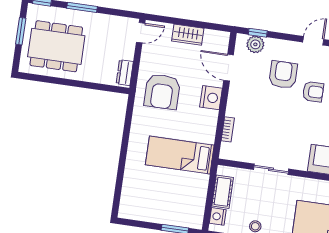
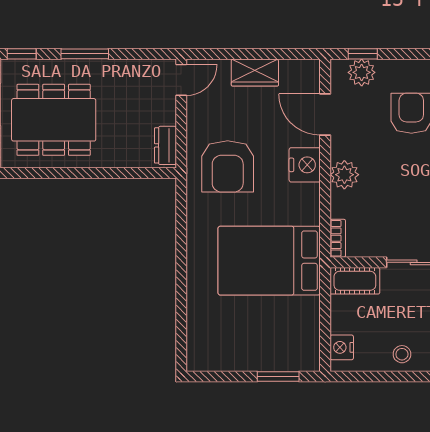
plant: (235, 108) -> (344, 175), added
bookcase: (228, 129) -> (338, 238), moved
bed: (180, 155) -> (269, 261), width x1.50
cot: (223, 192) -> (355, 281), moved, turned 90

